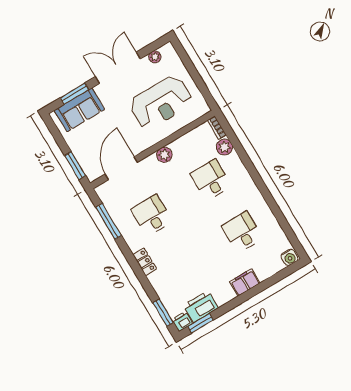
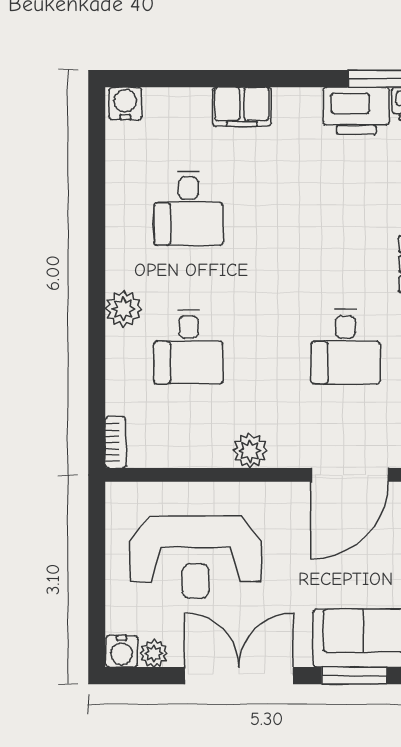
water cooler: (167, 50) -> (122, 651), added
double door: (118, 68) -> (239, 676), swing flipped
reception desk: (161, 102) -> (196, 557), turned 180
plant: (224, 147) -> (123, 309), moved

